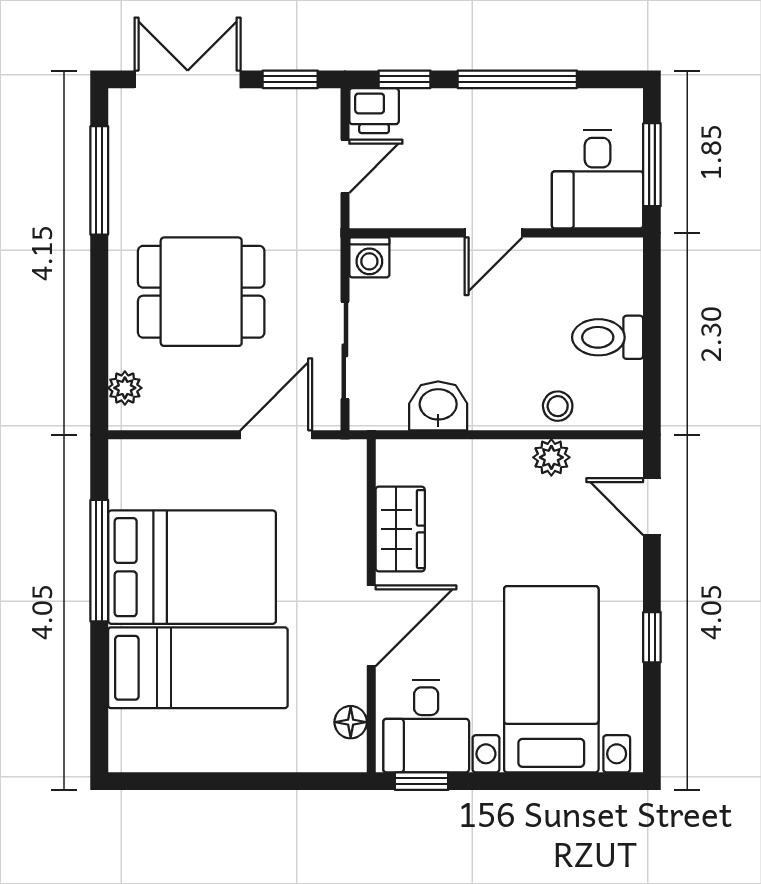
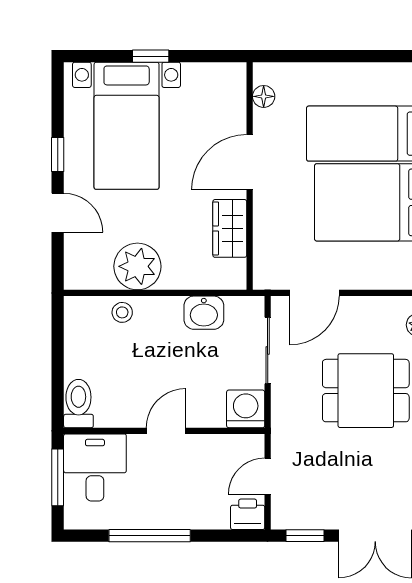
window: (404, 79) -> (227, 536), removed
washing machine: (369, 257) -> (246, 409), width x1.38, depth x1.38
toilet: (608, 337) -> (78, 404), moved, turned -90
plant: (551, 457) -> (137, 266), width x1.88, depth x1.88
door: (652, 507) -> (58, 213), moved
desk: (426, 726) -> (212, 94), removed
window: (422, 781) -> (151, 56), moved

